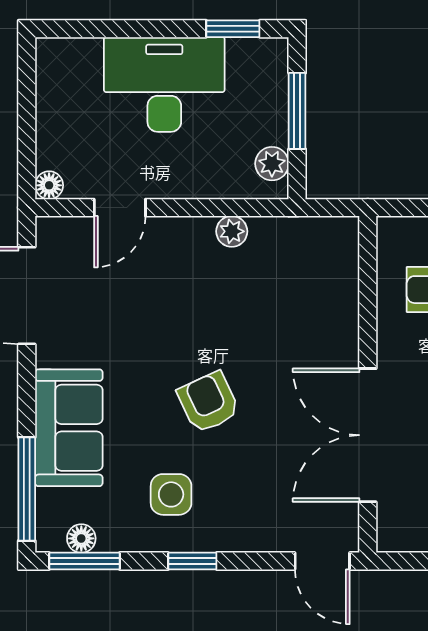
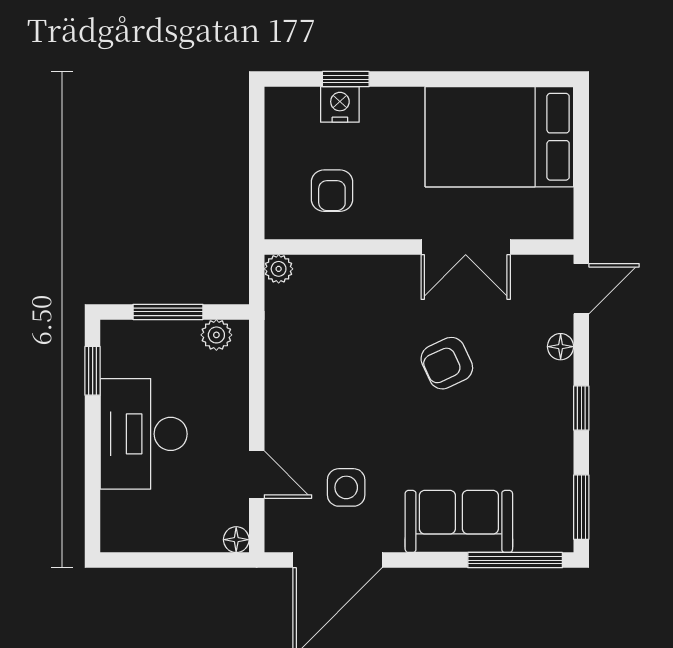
plant: (232, 231) -> (279, 269), moved
armchair: (208, 402) -> (447, 363), moved
double door: (368, 435) -> (466, 247), width x0.73
side table: (171, 494) -> (346, 487), moved
floor lamp: (81, 538) -> (561, 347), moved

